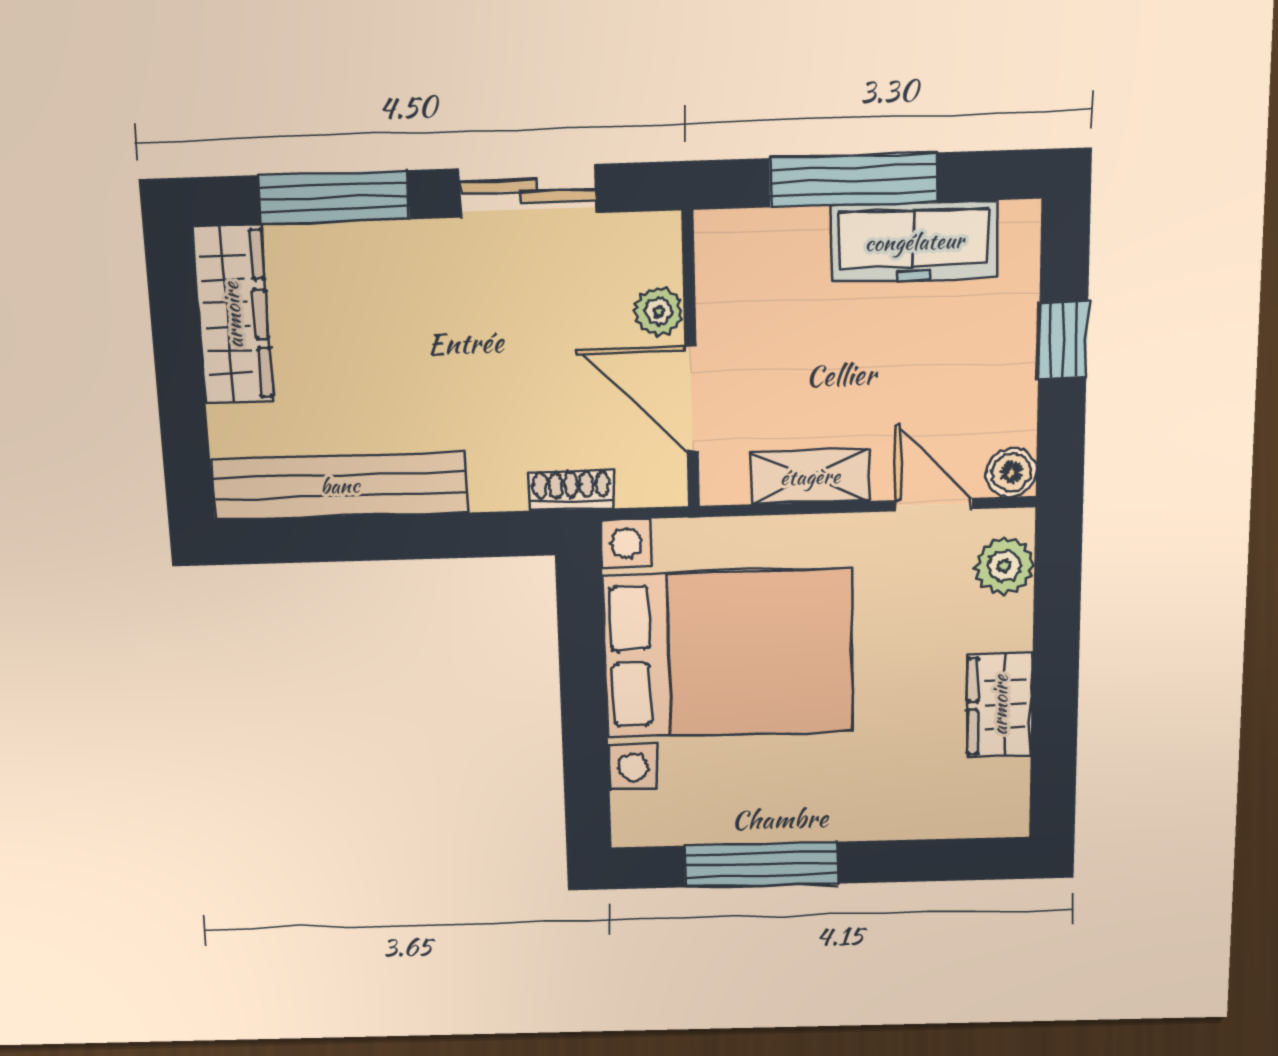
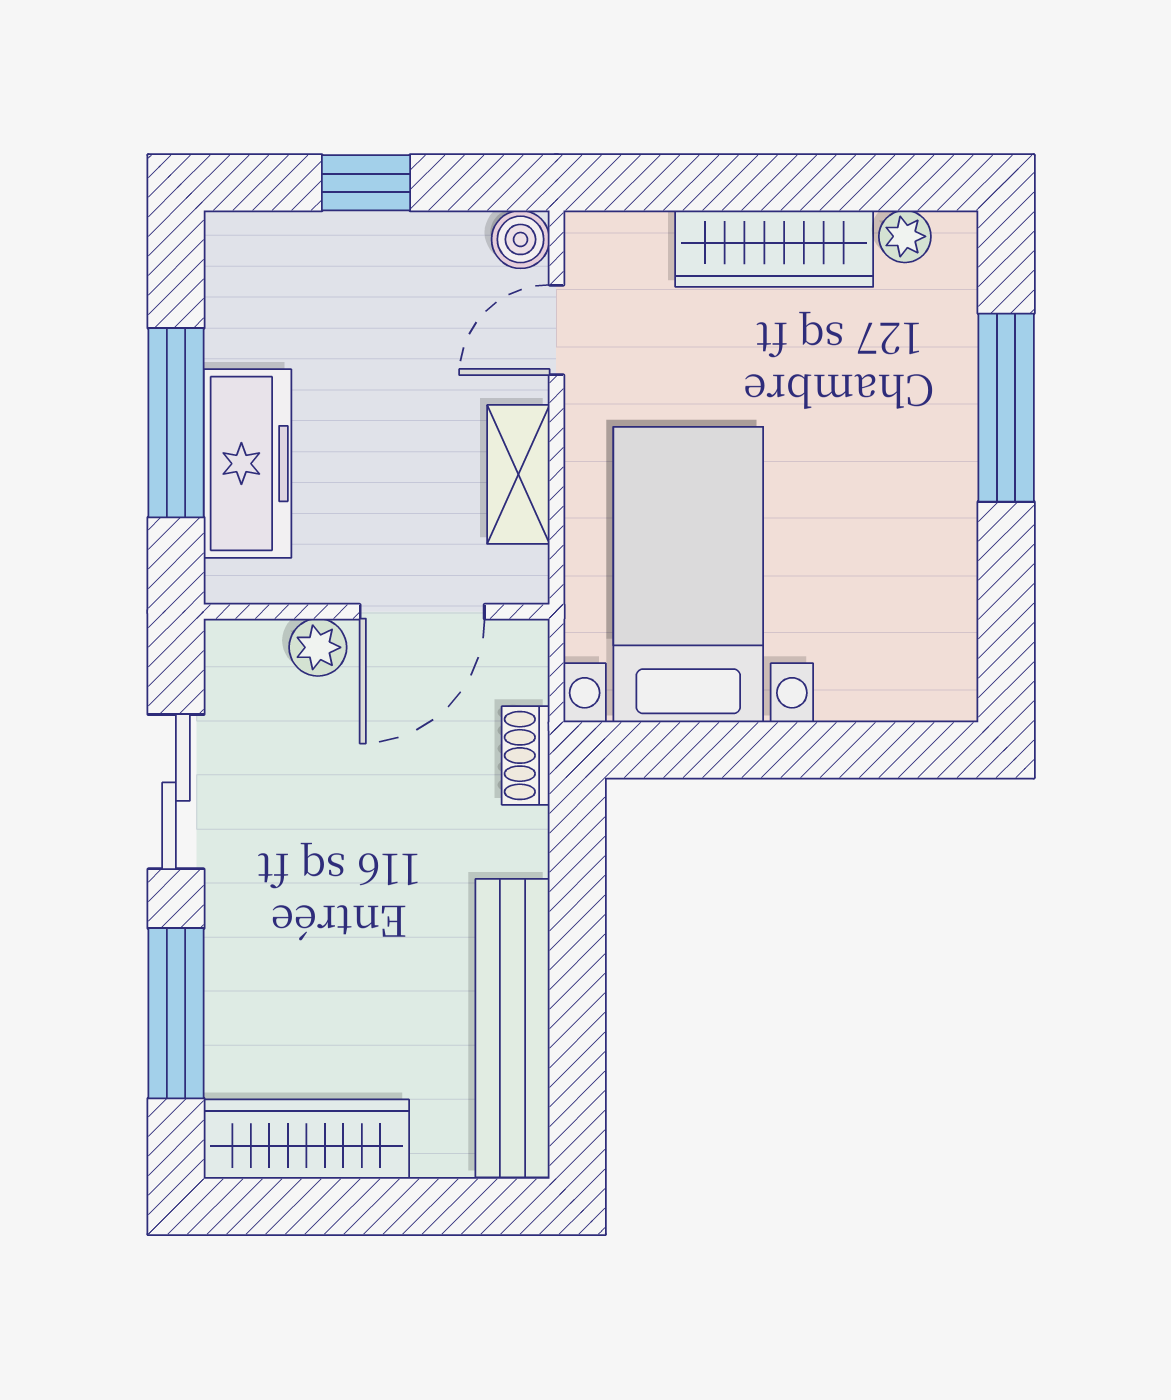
freezer: (914, 242) -> (247, 464), moved
plant: (1004, 566) -> (905, 236), moved, width x0.73, depth x0.73
bed with nightstands: (728, 654) -> (688, 575), width x0.73
wardrobe: (1000, 705) -> (774, 249), width x1.50
window: (761, 865) -> (1006, 408), moved

